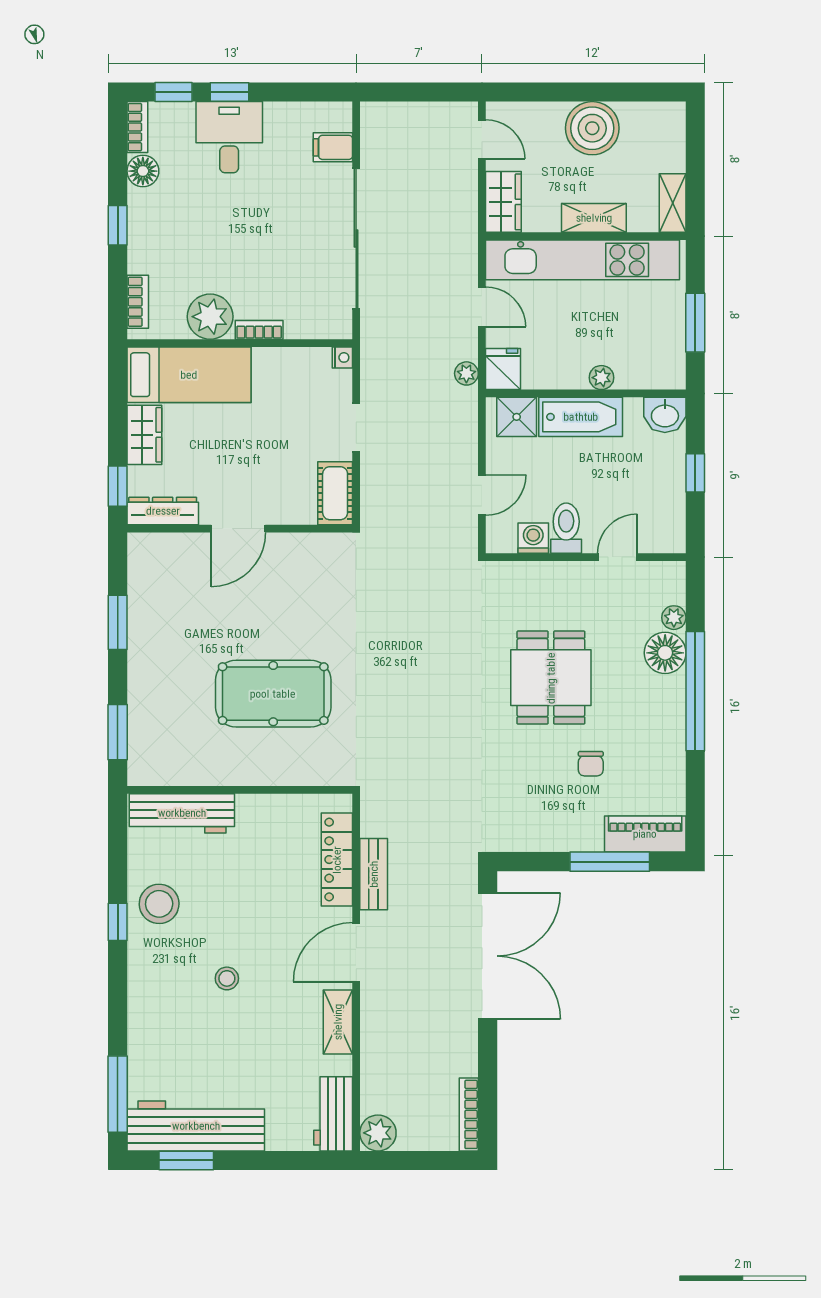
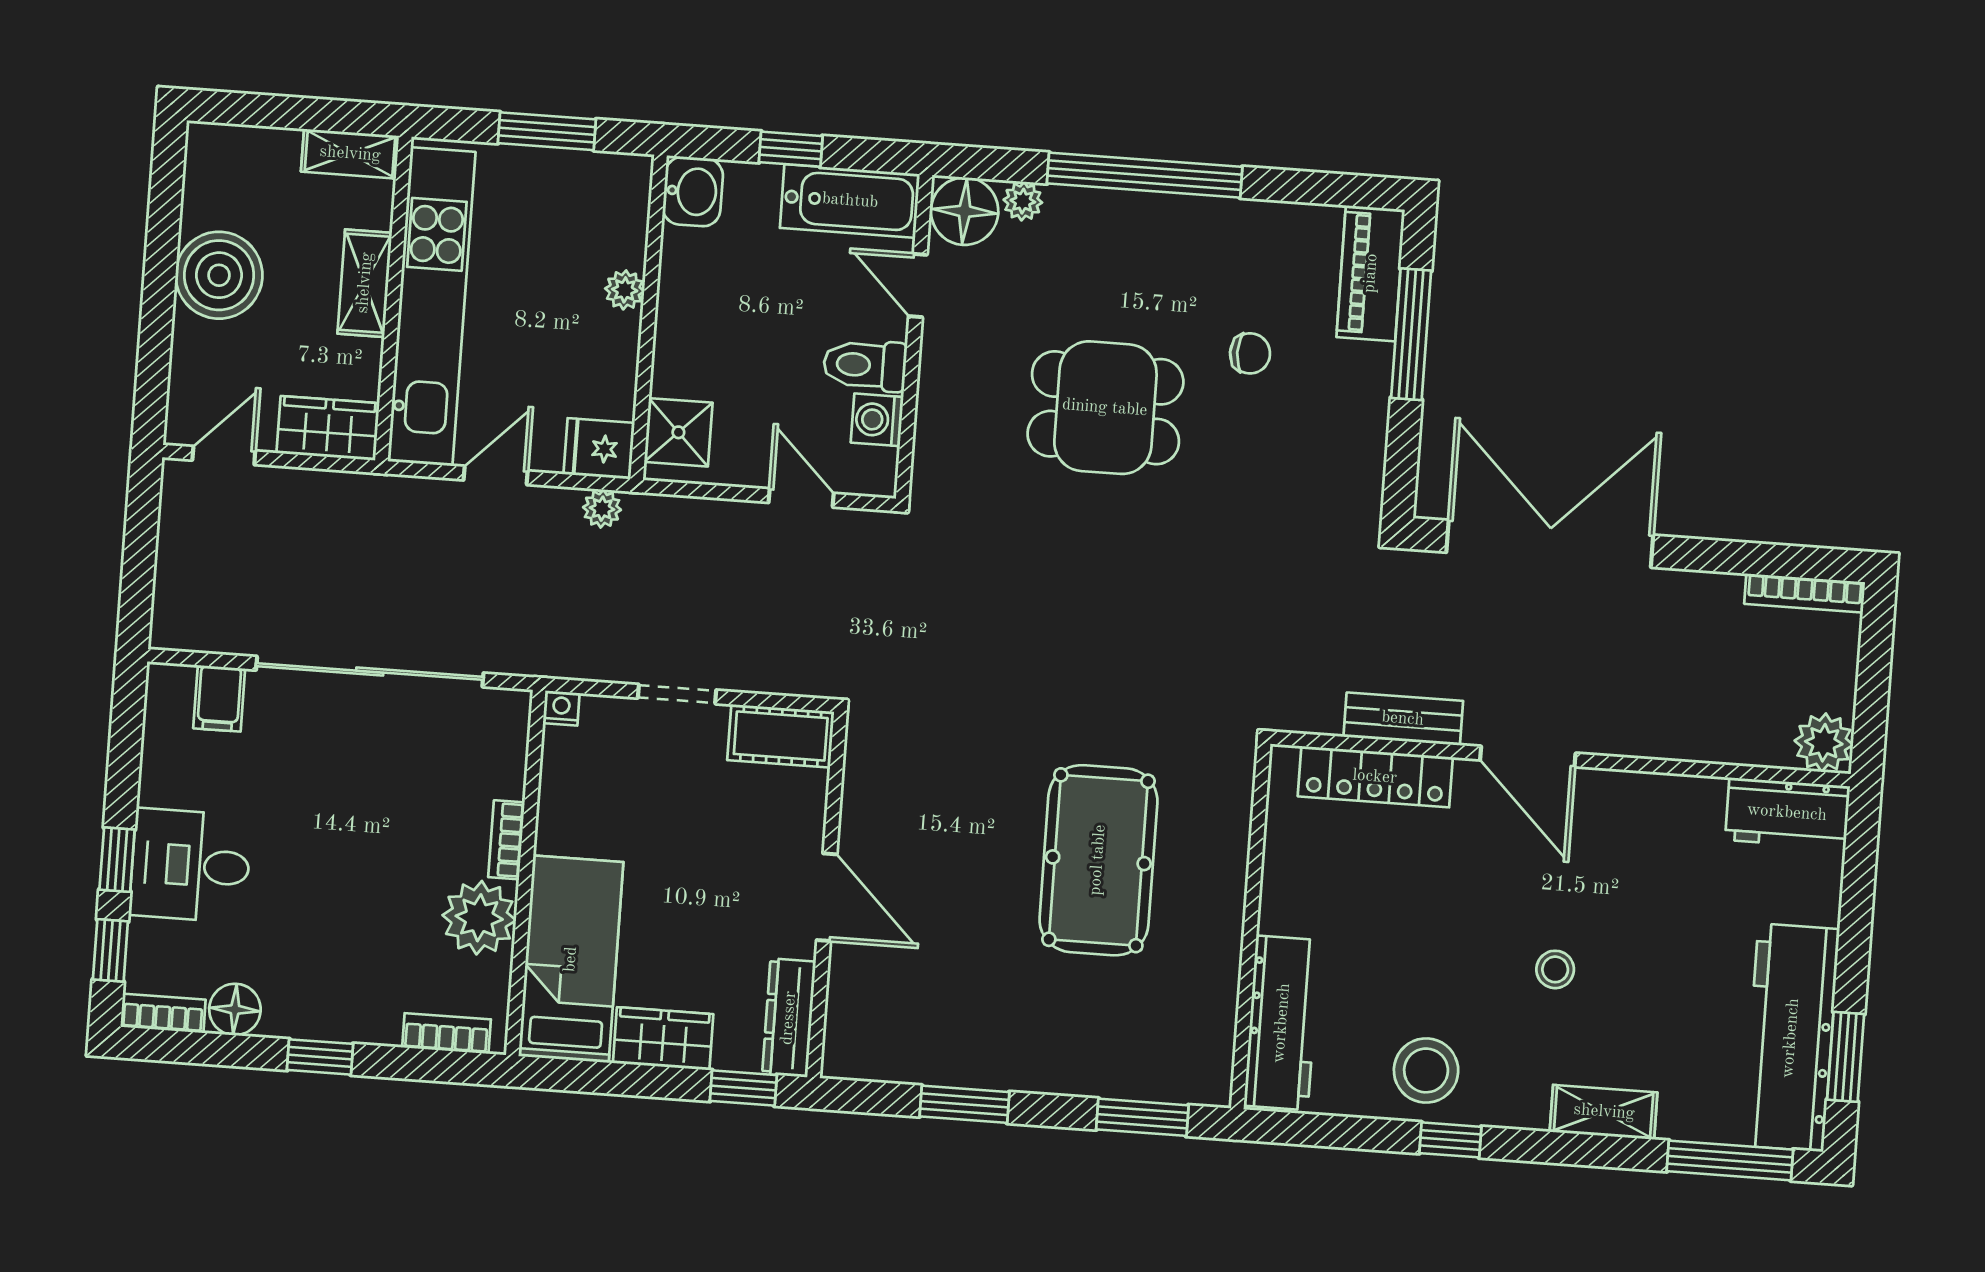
bathtub: (581, 417) -> (850, 201), moved, turned 90
floor lamp: (665, 653) -> (965, 211), moved
shelving: (338, 1022) -> (1604, 1112), moved

